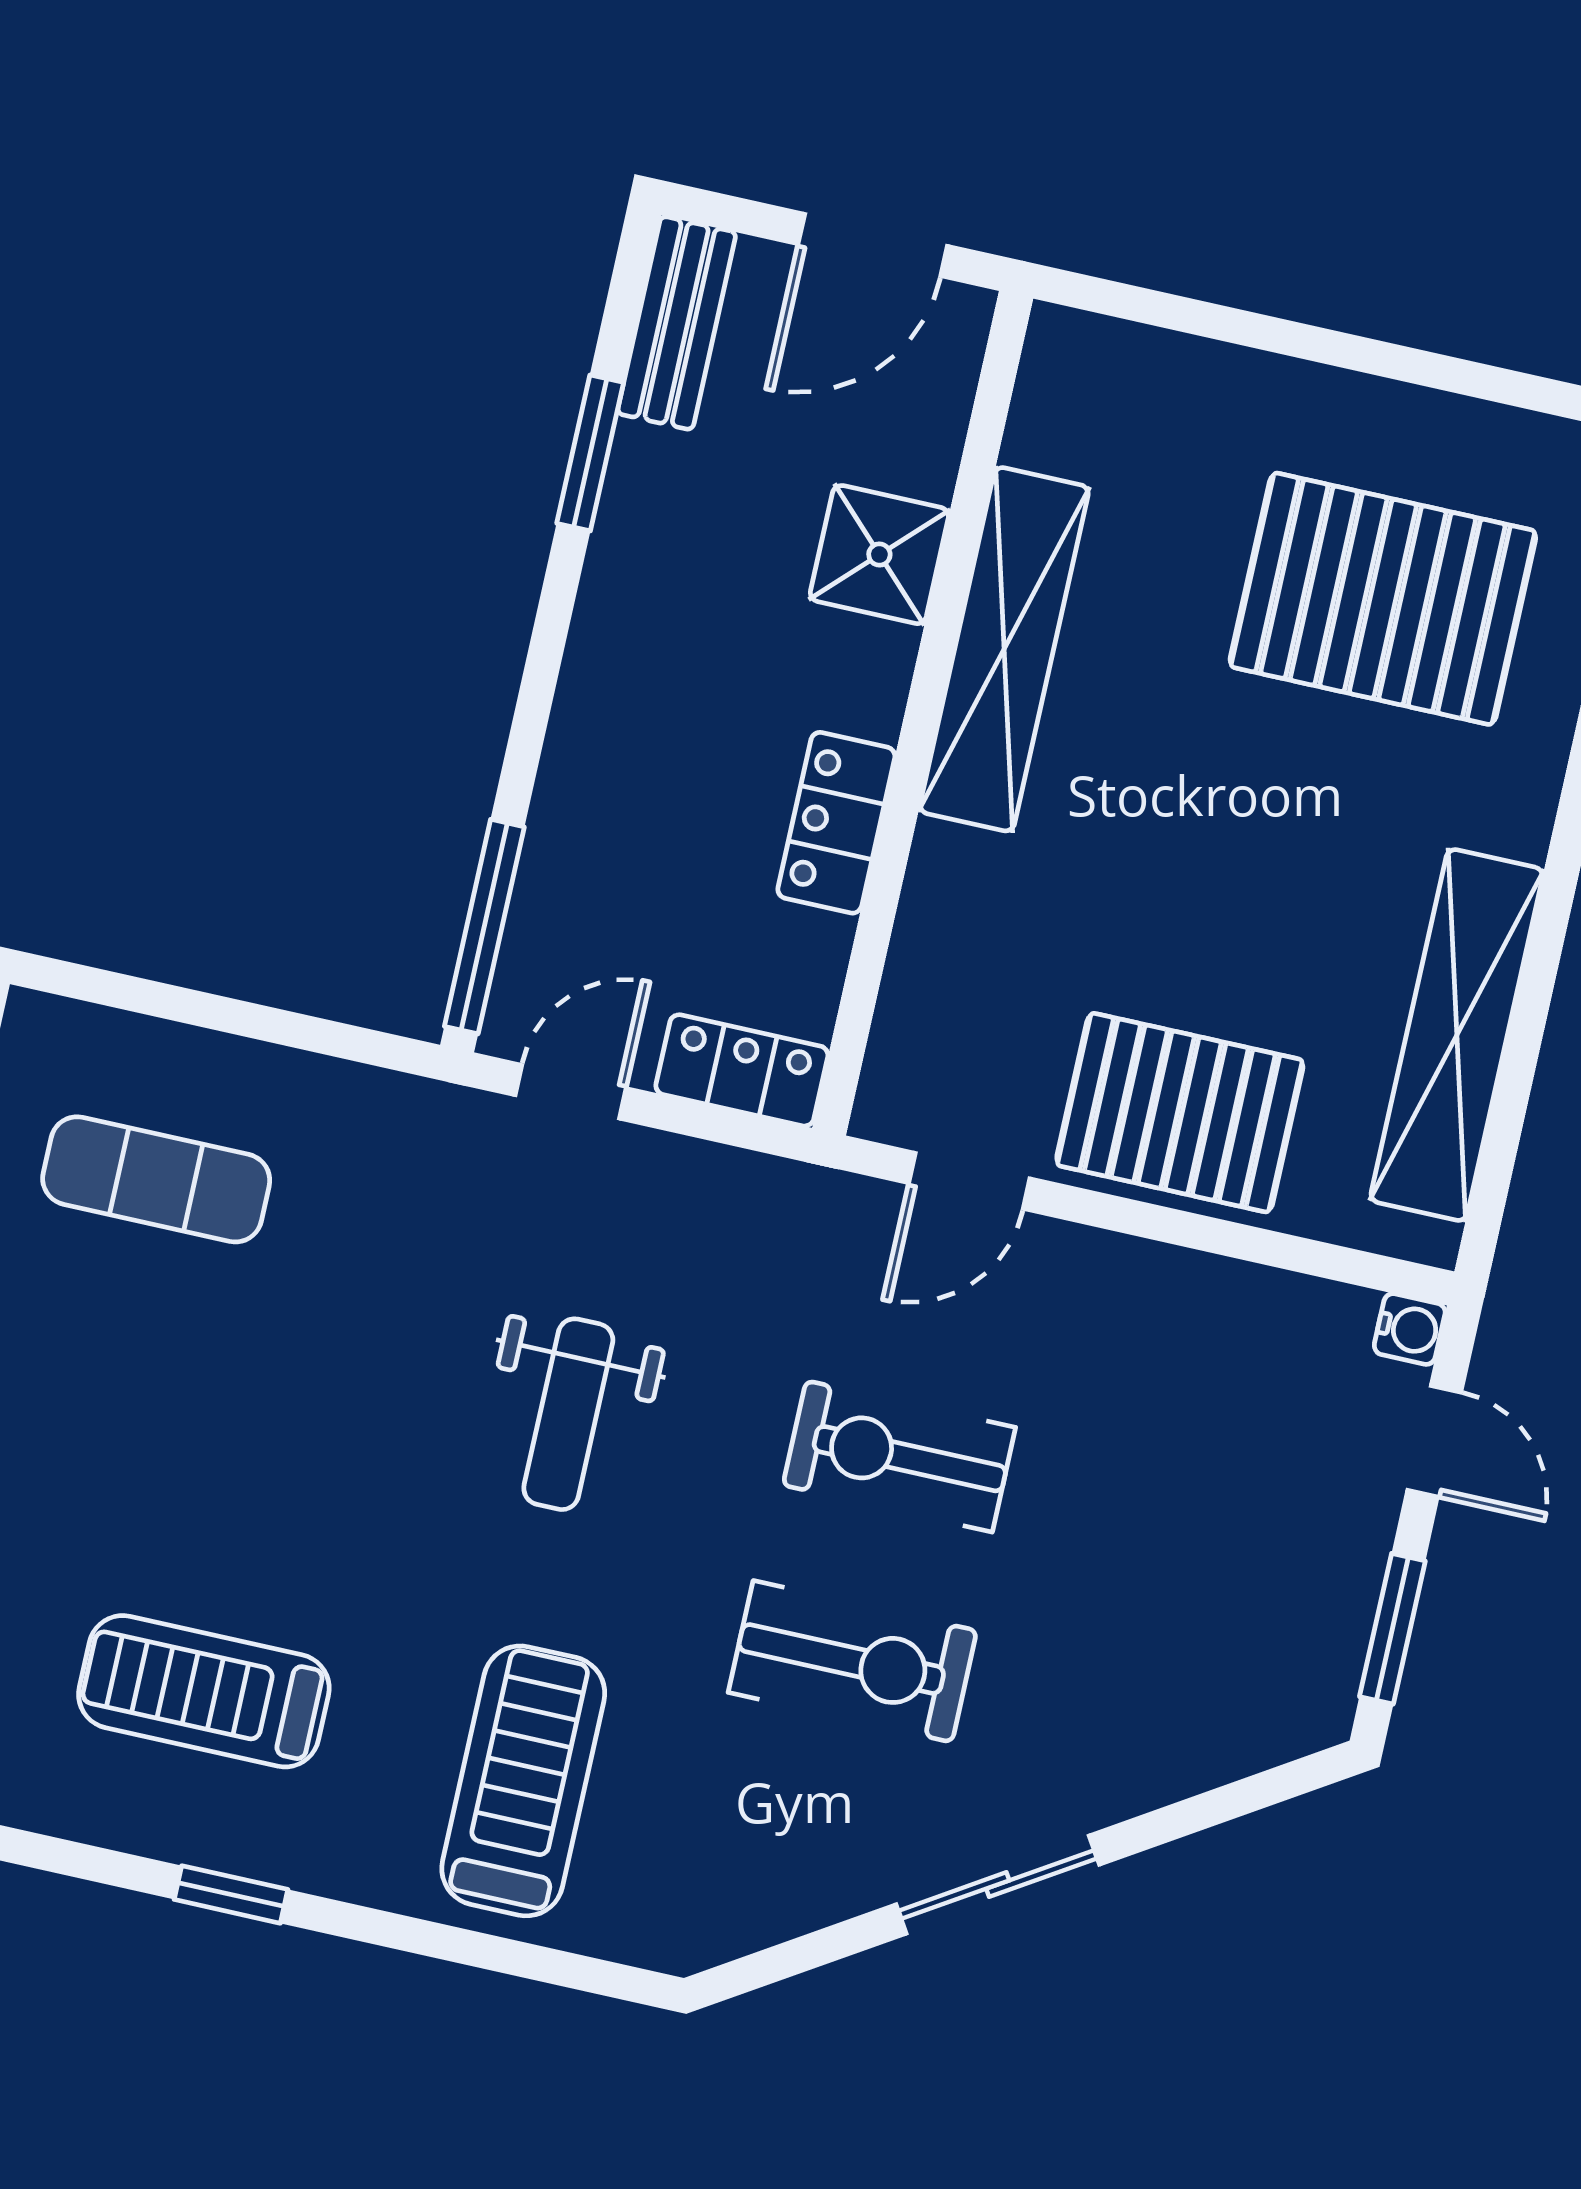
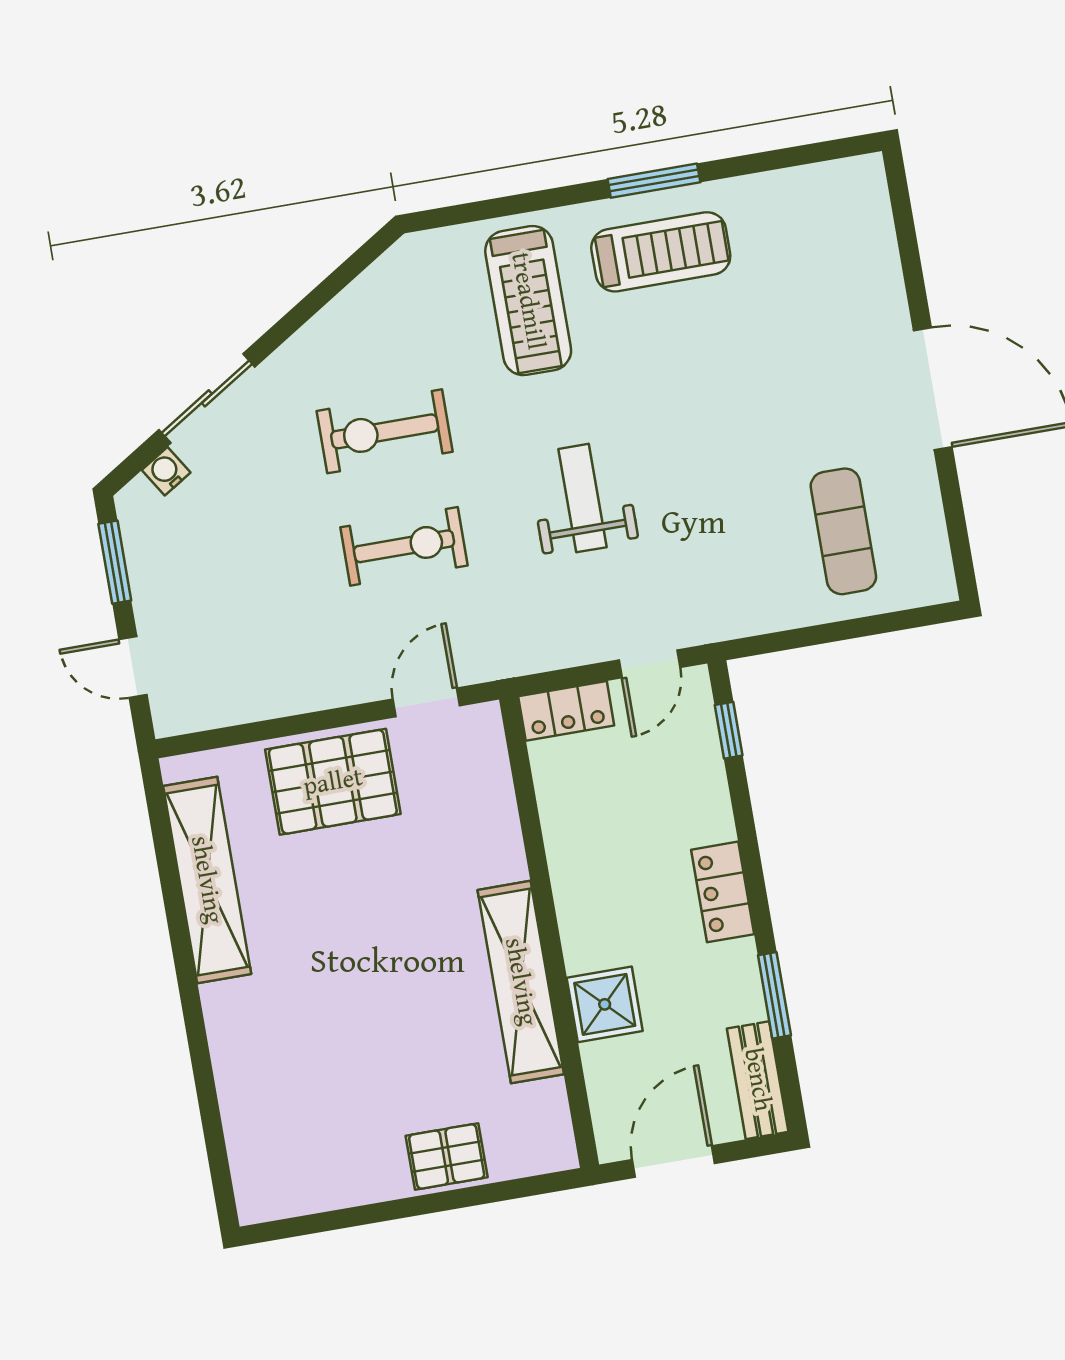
pallet: (1383, 599) -> (447, 1156), moved, width x0.49, depth x0.50
locker: (836, 823) -> (723, 892), moved, turned 180
window: (484, 927) -> (729, 730), width x0.46
exercise mat: (156, 1179) -> (843, 531), turned 90
water cooler: (1410, 1329) -> (166, 471), moved, turned 58
treadmill: (204, 1691) -> (661, 252), moved
sliding door: (998, 1885) -> (207, 398), moved
window: (231, 1894) -> (654, 181), width x1.50

